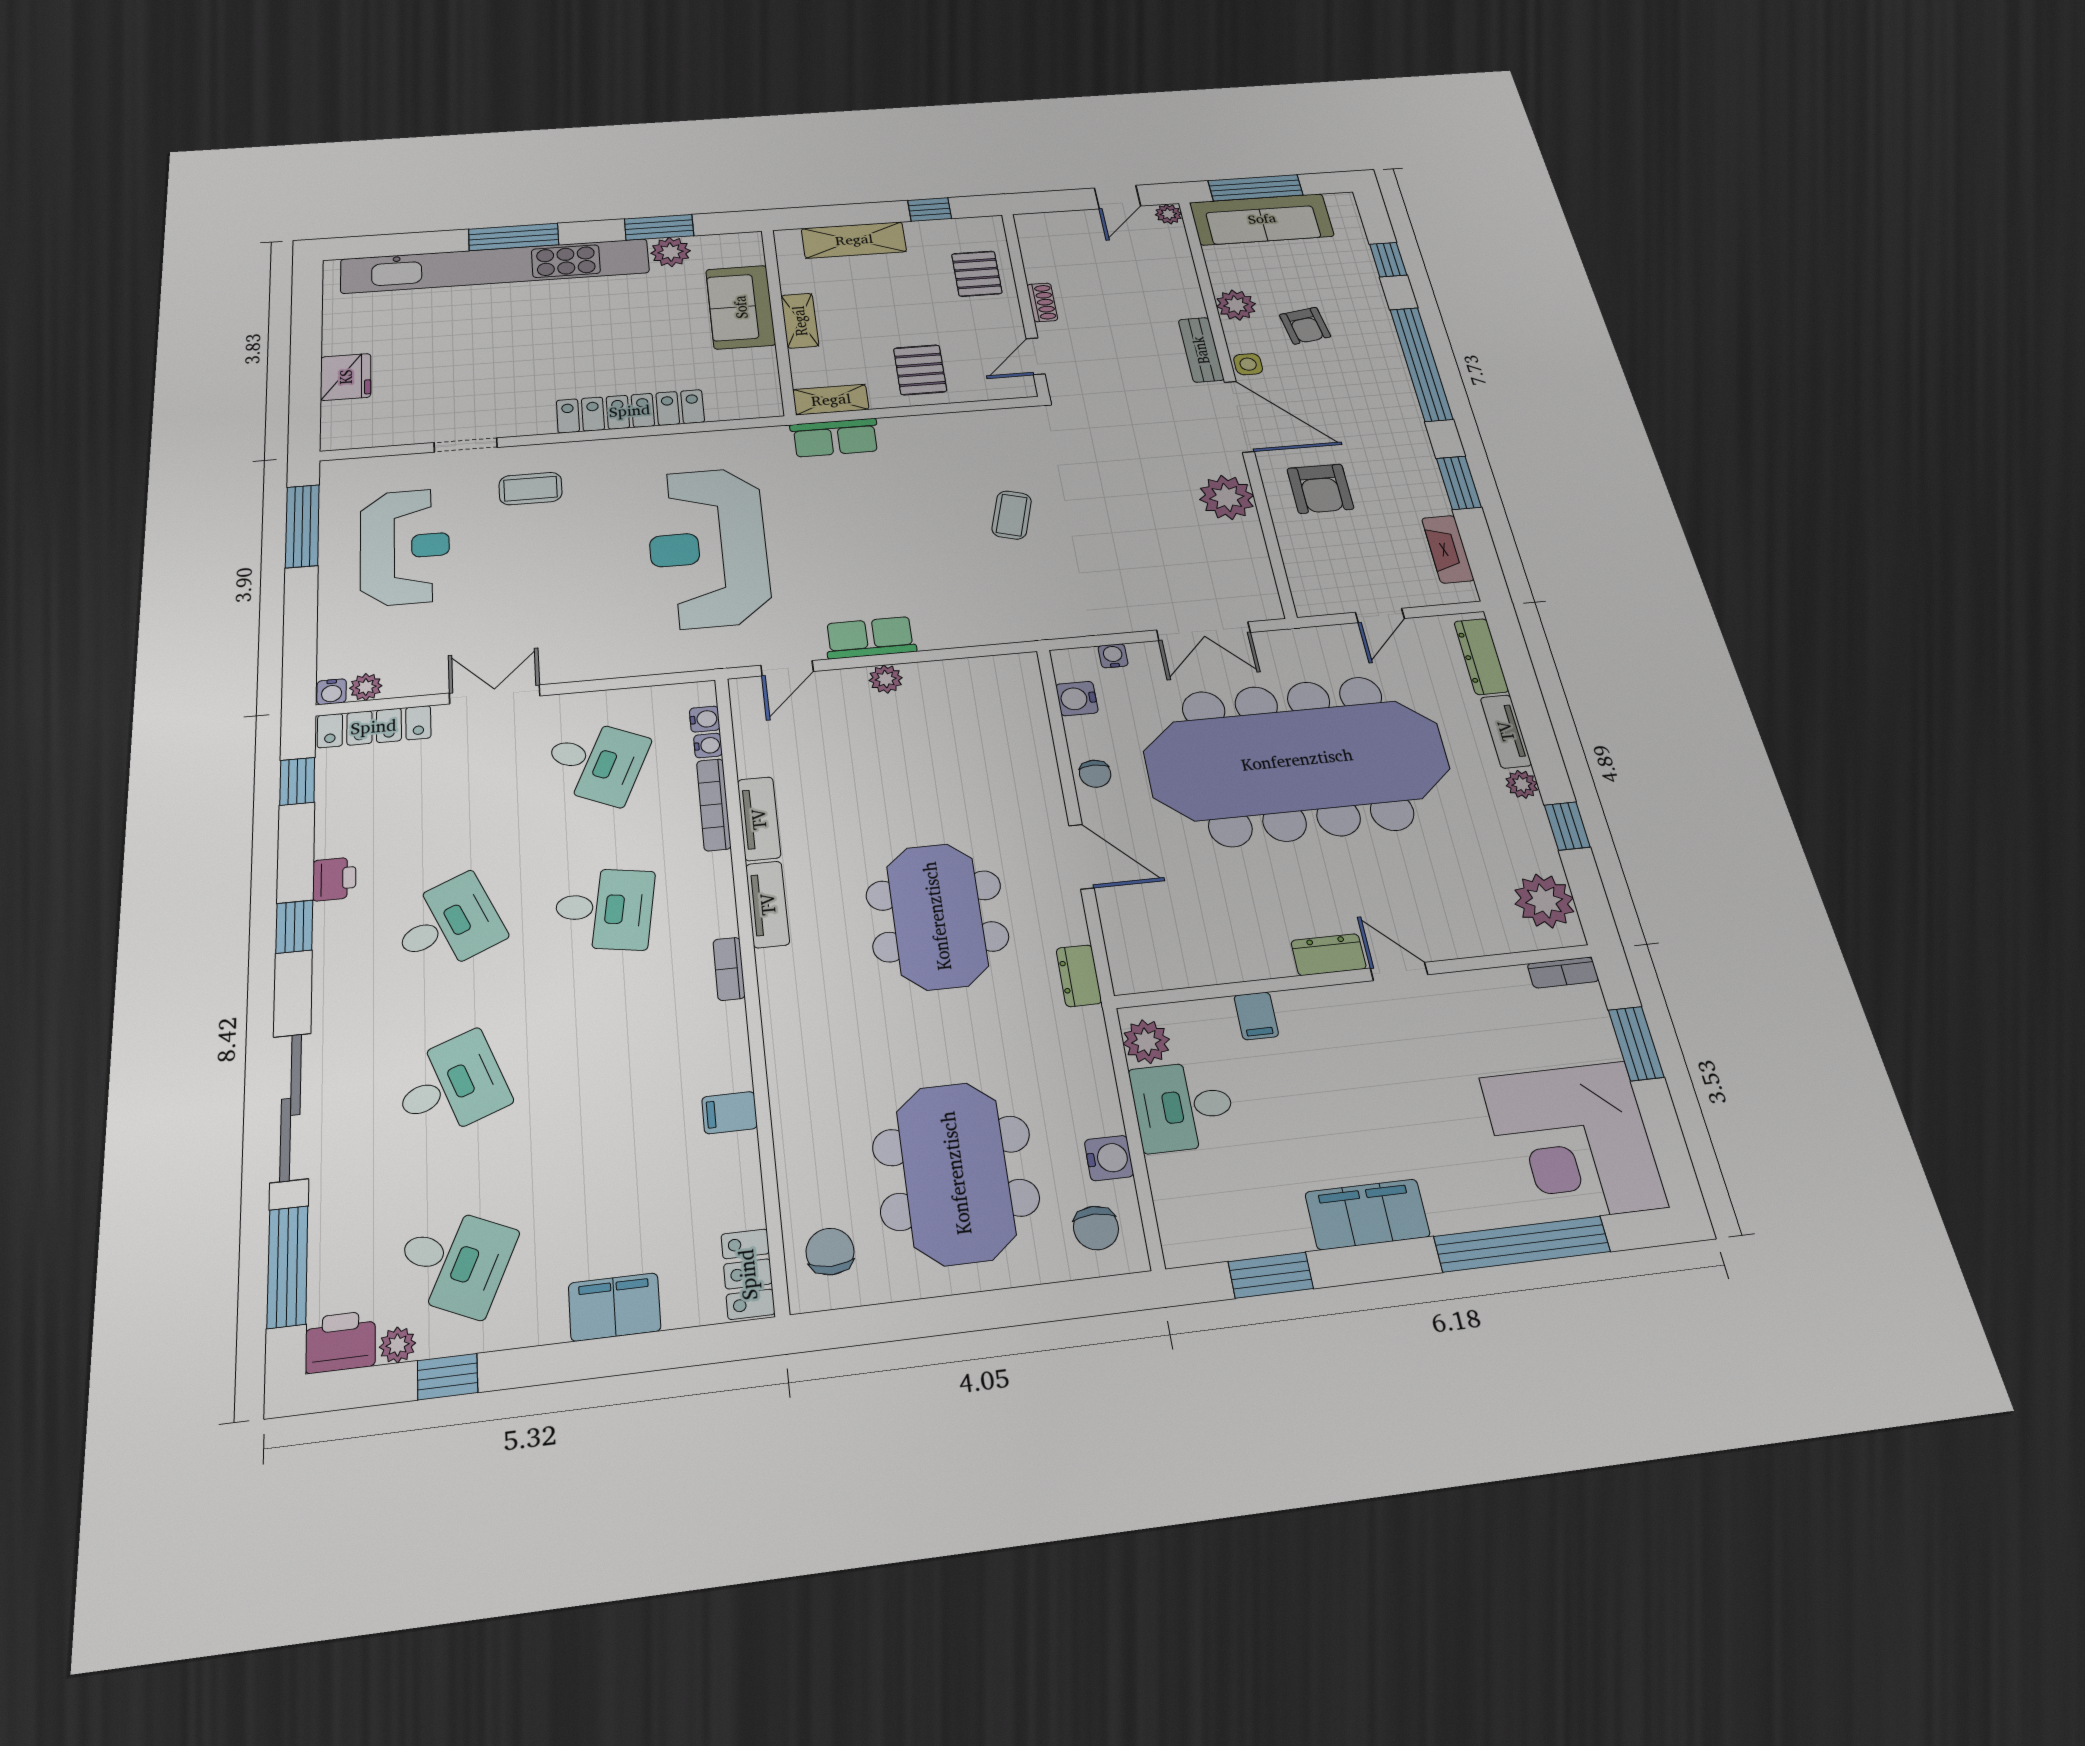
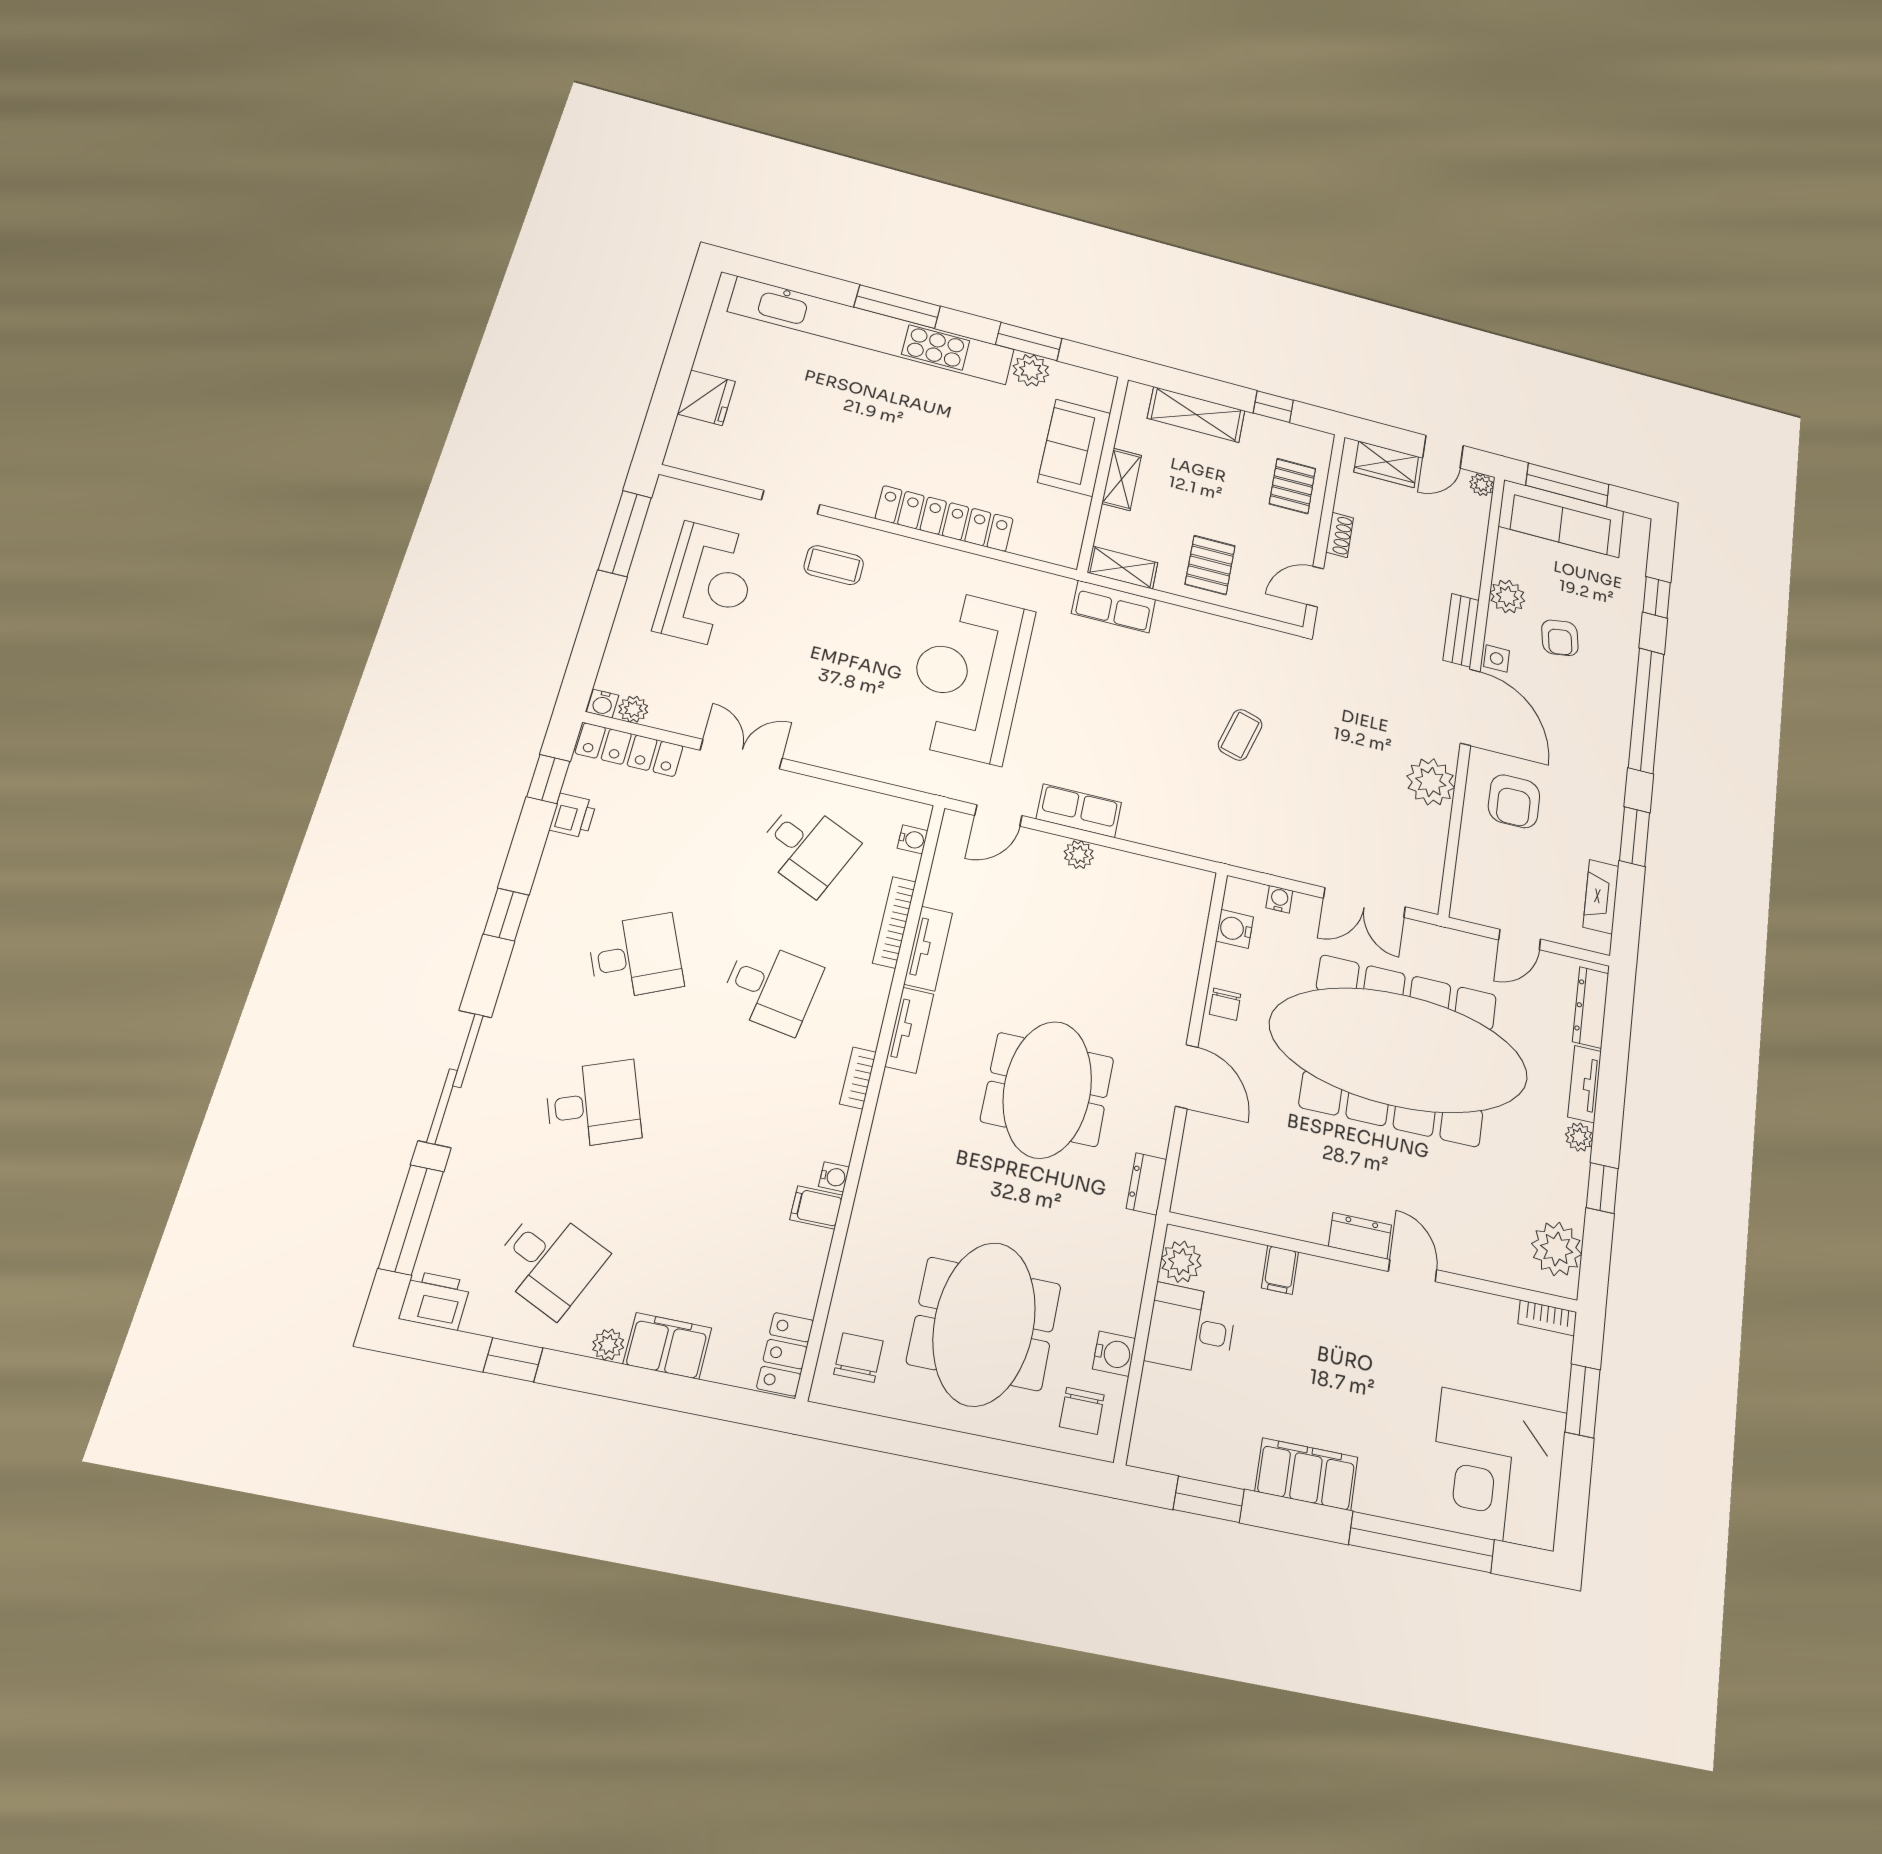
wardrobe: (1065, 225) -> (1386, 464), added
water cooler: (708, 746) -> (834, 1177), moved
printer: (334, 879) -> (573, 816), moved
plant: (397, 1345) -> (608, 1345), moved

